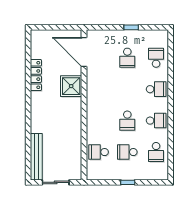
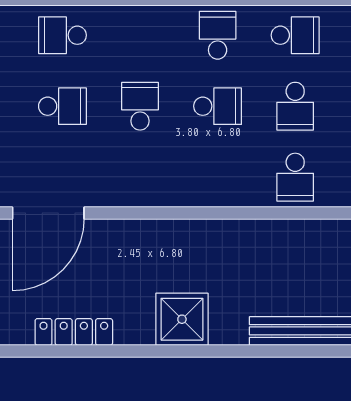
locker: (36, 75) -> (74, 332), moved
shower: (71, 86) -> (182, 319), moved
school desk: (156, 89) -> (140, 106), moved

